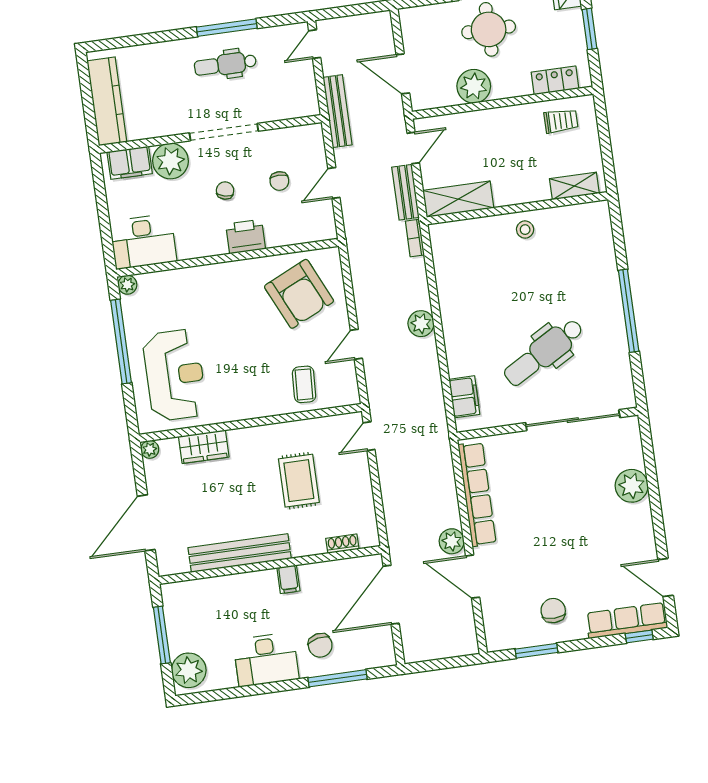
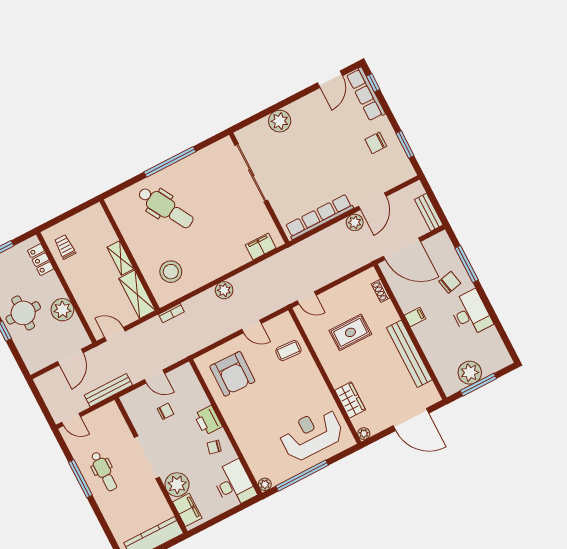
shelving: (574, 186) -> (121, 258), moved
chair: (225, 191) -> (214, 447), moved
bench: (405, 192) -> (429, 212), moved, turned 90
stool: (525, 230) -> (171, 272), moved, width x1.89, depth x1.89
armchair: (299, 294) -> (232, 374), turned 116
dental chair: (544, 352) -> (166, 208), moved
plant: (189, 670) -> (470, 373), moved

